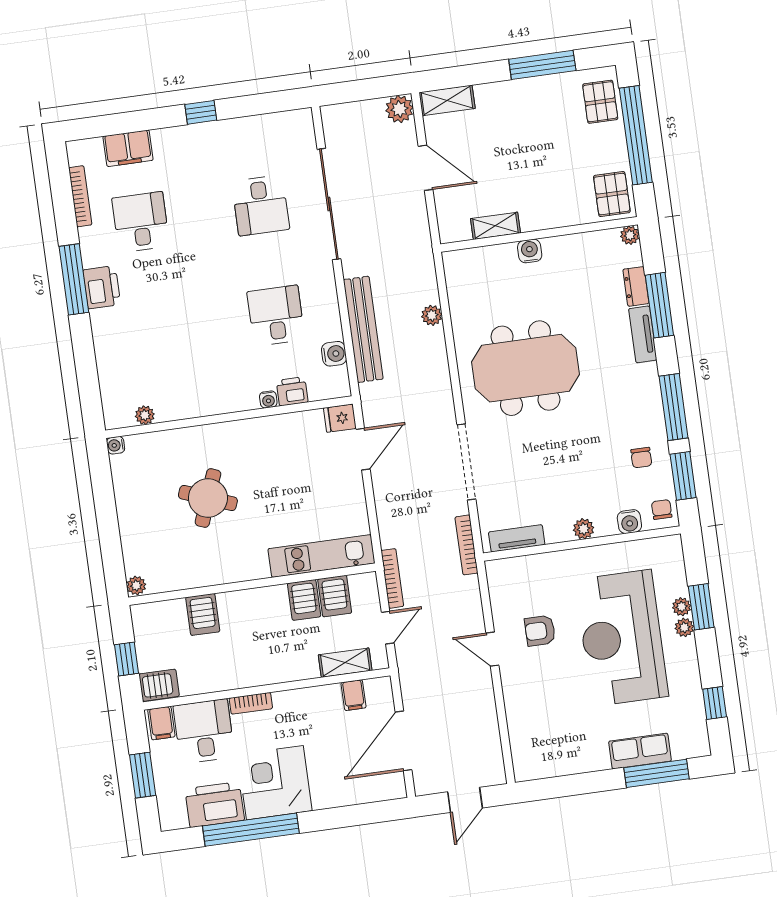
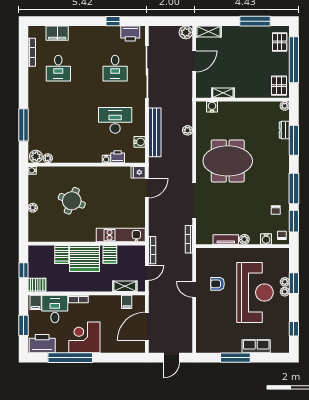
window: (201, 112) -> (113, 21), moved
door: (426, 168) -> (194, 61), hinge flipped
desk: (141, 222) -> (58, 68), turned 180
water cooler: (530, 251) -> (212, 107), moved
window: (74, 279) -> (24, 125), moved
printer: (102, 287) -> (130, 34), moved, turned 90
desk: (276, 316) -> (115, 120), width x1.37
tv unit: (643, 334) -> (284, 153), removed
plant: (119, 415) -> (36, 156), added
tv unit: (517, 538) -> (226, 239), moved
plant: (136, 585) -> (33, 208), moved
server rack: (335, 596) -> (85, 259), moved, width x2.18, depth x1.44
reception desk: (622, 638) -> (255, 292), turned 180
window: (657, 773) -> (235, 358), moved
printer: (215, 805) -> (42, 344), moved

